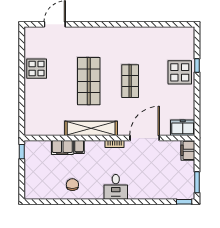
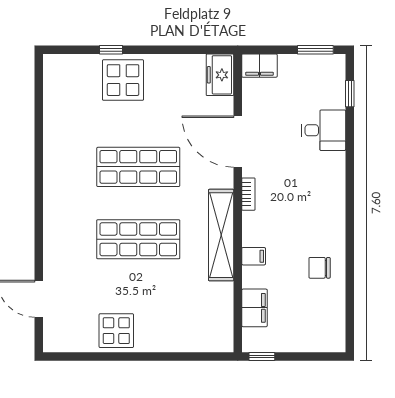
shop shelf: (130, 81) -> (138, 167), width x1.43, depth x1.36
filing cabinet: (62, 147) -> (254, 308), moved
desk: (116, 187) -> (324, 130), moved
window: (184, 202) -> (350, 94), moved

